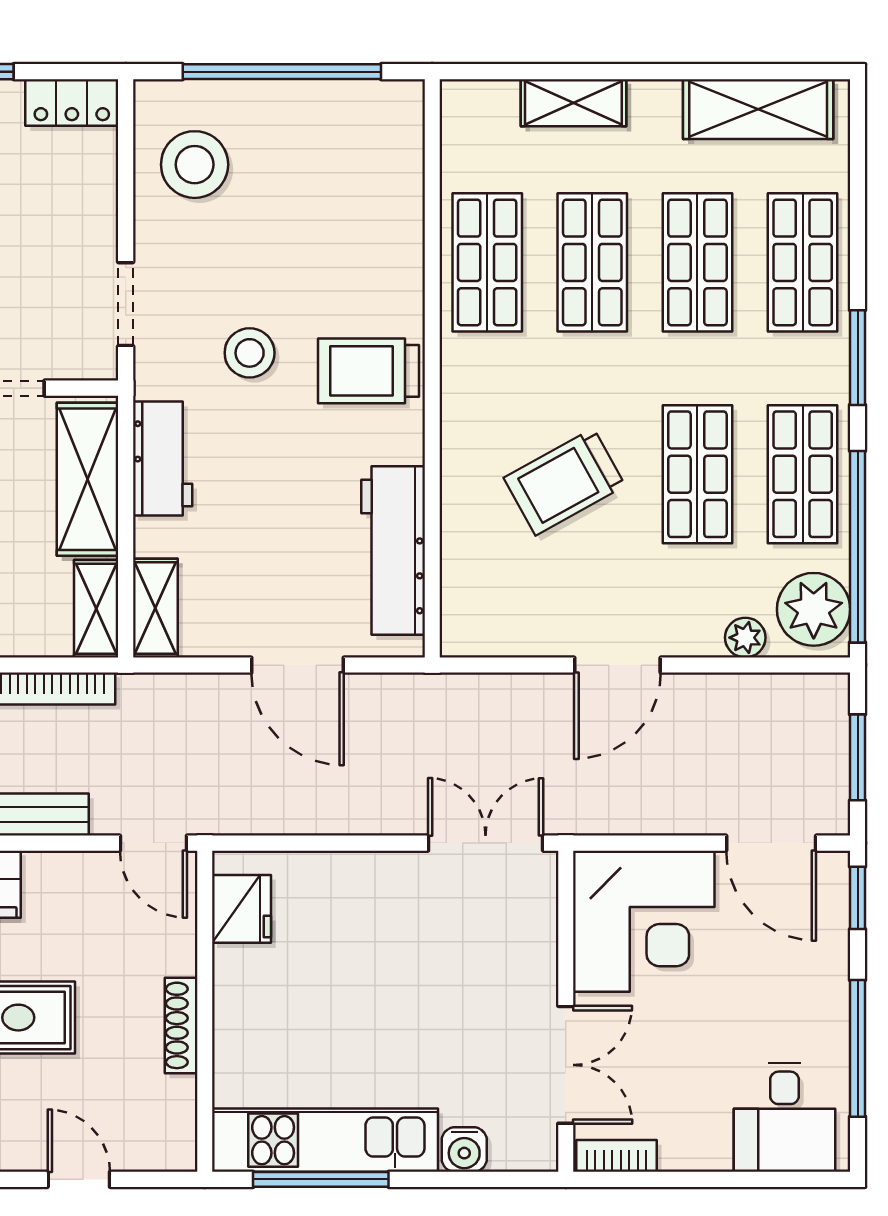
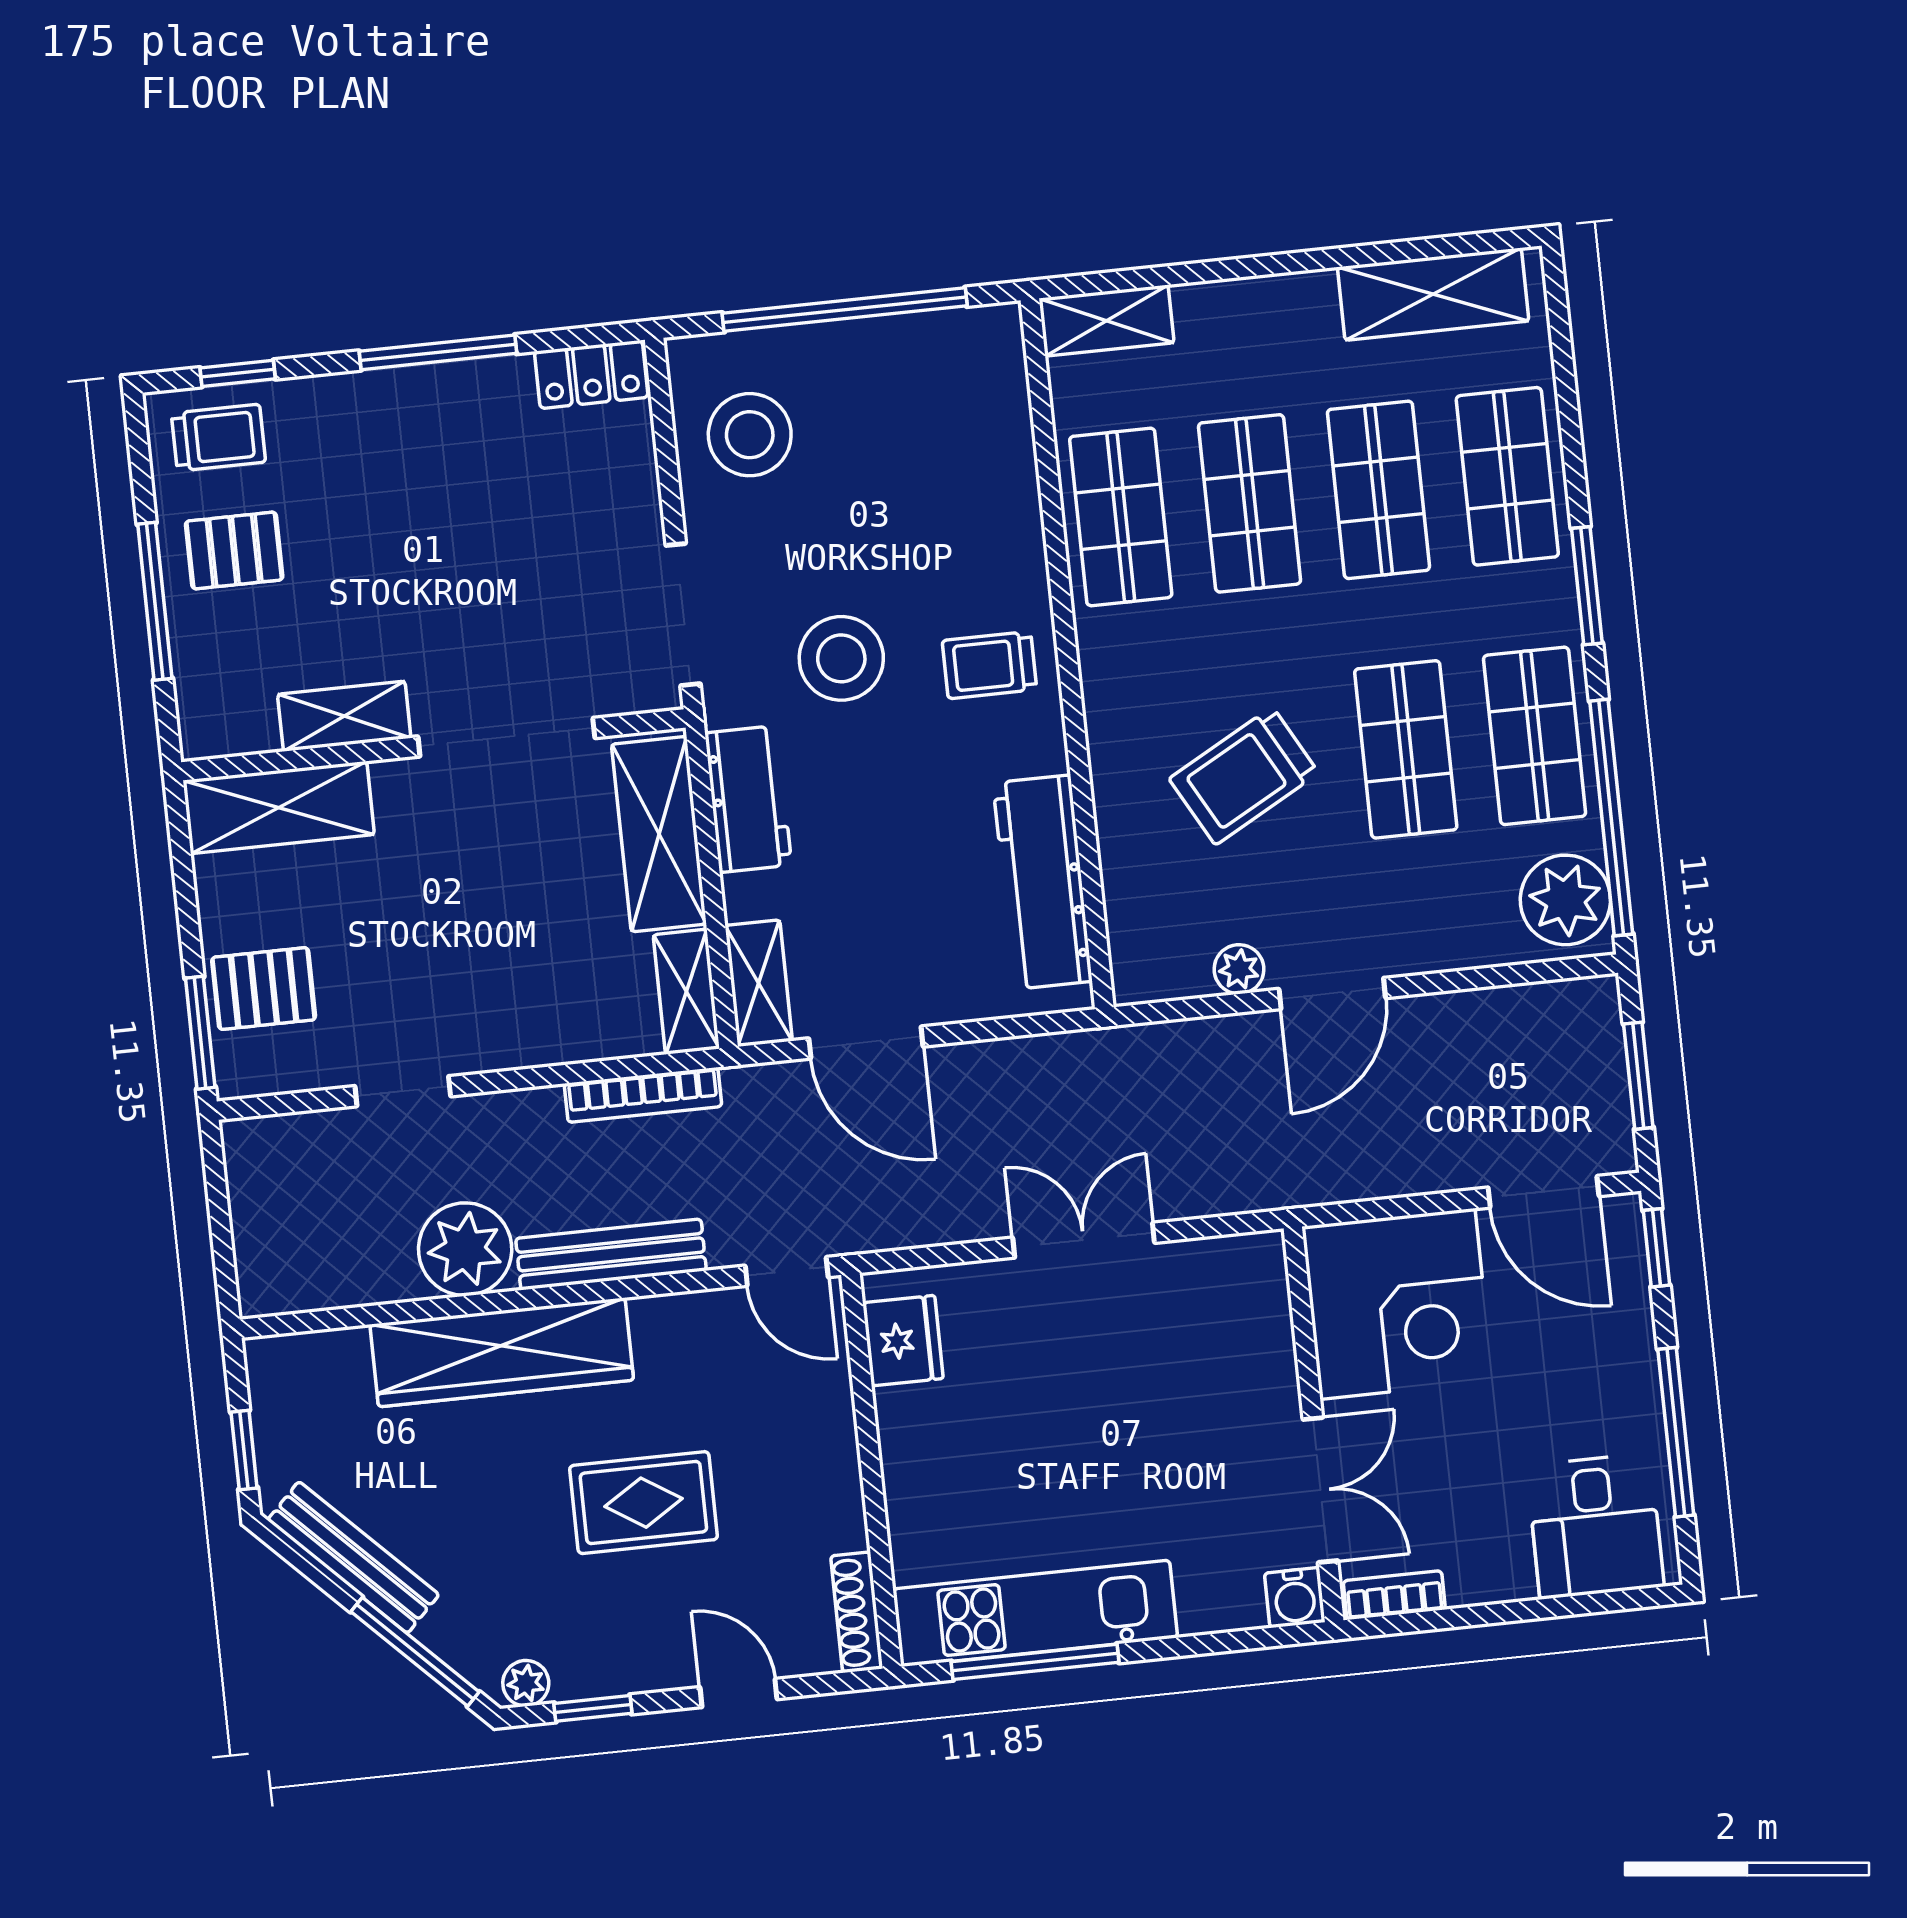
shelving: (573, 103) -> (1107, 321), moved
doorway: (126, 304) -> (683, 615), width x1.38
stool: (250, 353) -> (841, 658), width x1.38, depth x1.38
trolley: (369, 371) -> (989, 665), width x0.73, depth x0.72
plant: (745, 638) -> (1239, 969), moved
door: (298, 665) -> (866, 1043), moved
double door: (486, 843) -> (1084, 1240), moved
shoe rack: (181, 1025) -> (857, 1612), moved
water cooler: (464, 1150) -> (1295, 1598), moved

